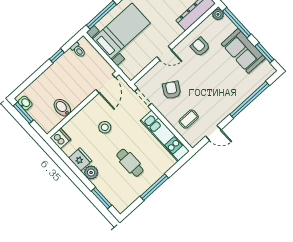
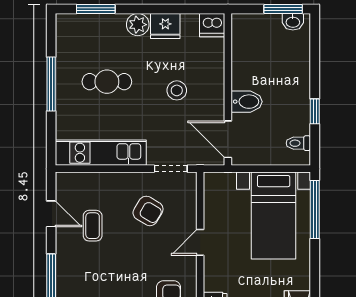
bidet: (62, 108) -> (247, 102), moved
coffee table: (189, 119) -> (93, 226), moved
door: (213, 133) -> (51, 214), swing flipped

